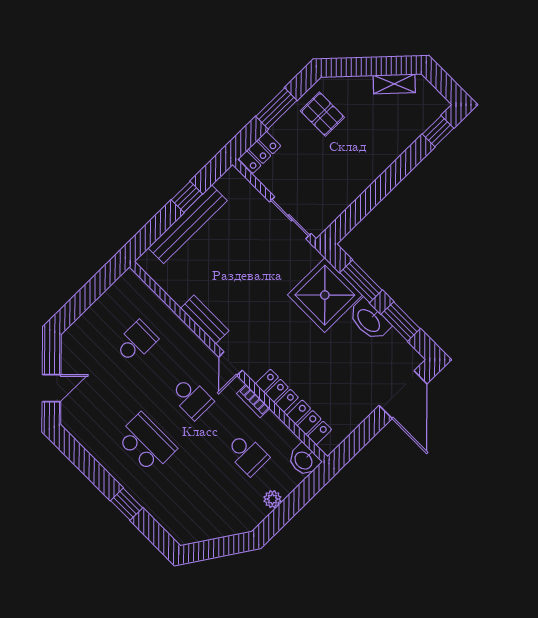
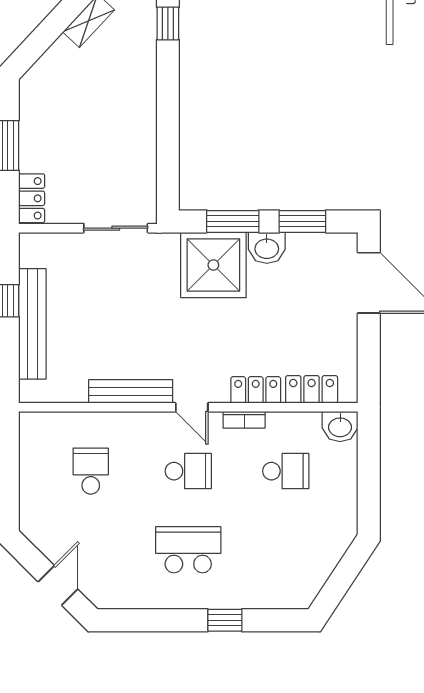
pallet: (322, 114) -> (53, 110), removed
bench: (205, 319) -> (131, 391), width x1.36
washbasin: (369, 320) -> (267, 248), width x0.72
plant: (272, 499) -> (347, 488), removed

